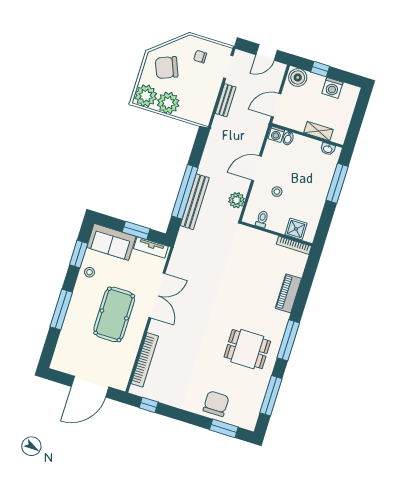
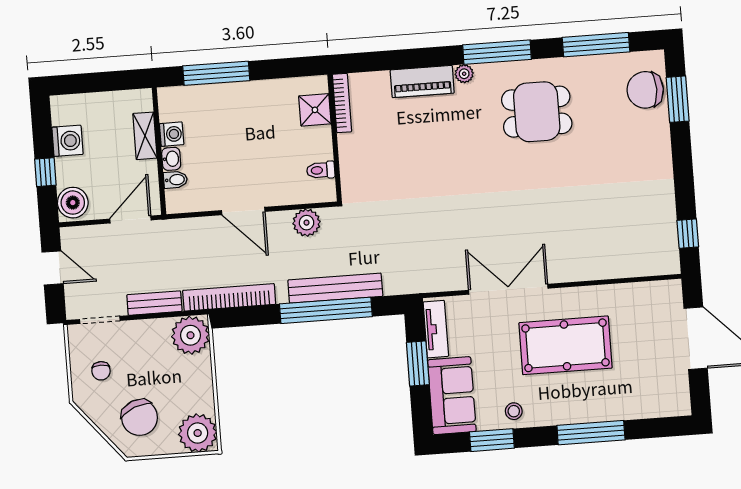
plant: (168, 103) -> (190, 335), moved
door: (276, 105) -> (130, 220), swing flipped
washing machine: (276, 134) -> (172, 134), moved
washbasin: (328, 149) -> (171, 159), moved
stool: (277, 192) -> (267, 164), removed
plant: (284, 318) -> (464, 74), added
dining table: (247, 349) -> (537, 112), turned 90
bookcase: (145, 360) -> (229, 297), moved
chair: (216, 404) -> (645, 90), moved

